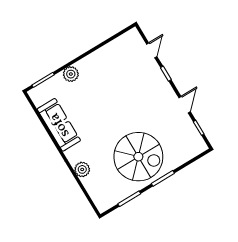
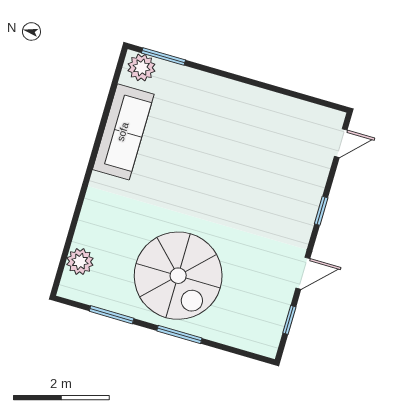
door: (152, 50) -> (341, 143), moved
plant: (71, 74) -> (141, 68), moved
plant: (82, 169) -> (80, 261), moved

